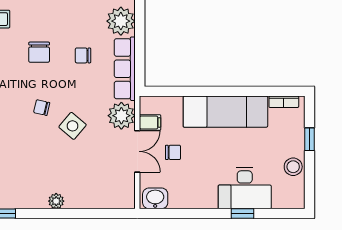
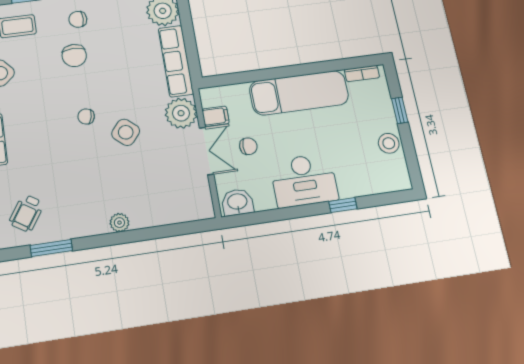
chair: (83, 55) -> (78, 19), moved
desk: (245, 188) -> (304, 180), moved

